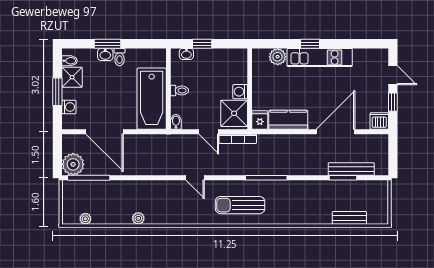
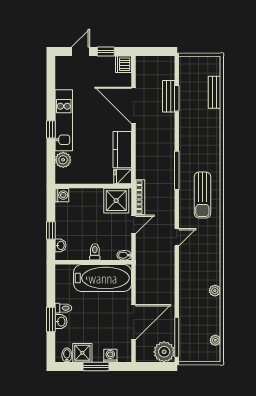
washing machine: (240, 92) -> (62, 195), moved, turned -90
bench: (351, 169) -> (169, 96), width x0.73

